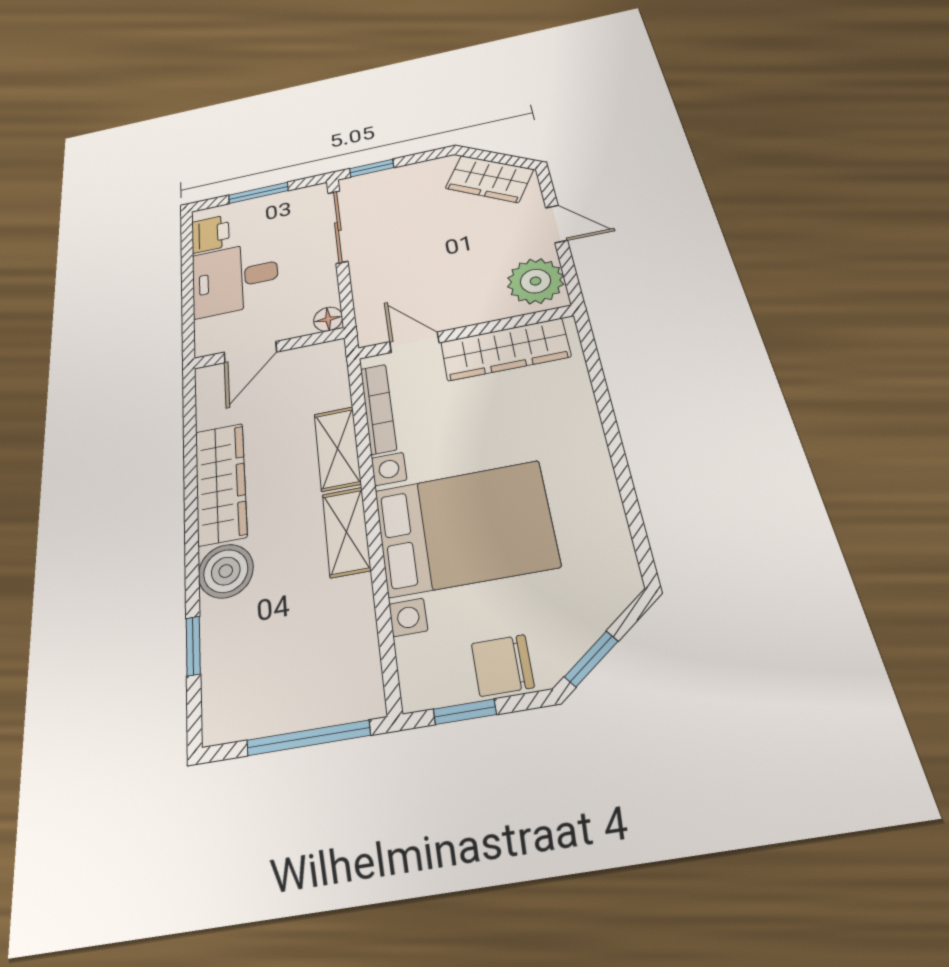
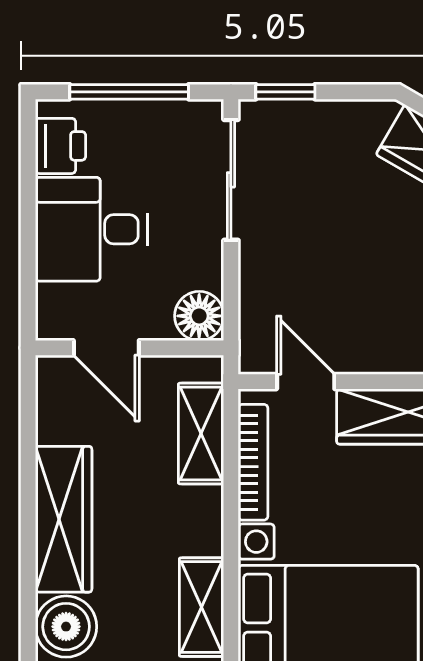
window: (258, 193) -> (129, 92), width x1.44
floor lamp: (328, 319) -> (199, 316), width x1.37, depth x1.37
door: (250, 352) -> (106, 348), hinge flipped
shelving: (337, 449) -> (201, 433), moved

